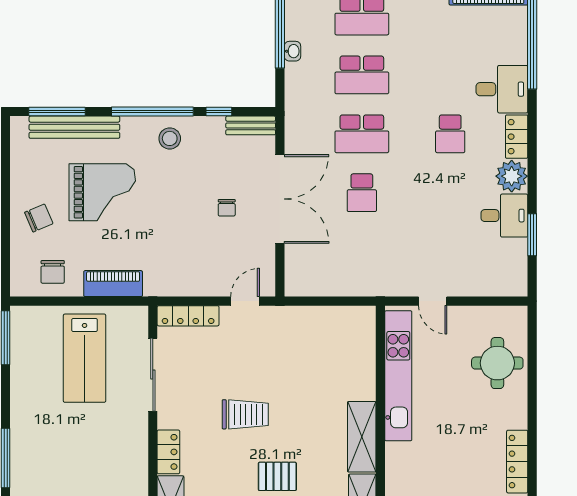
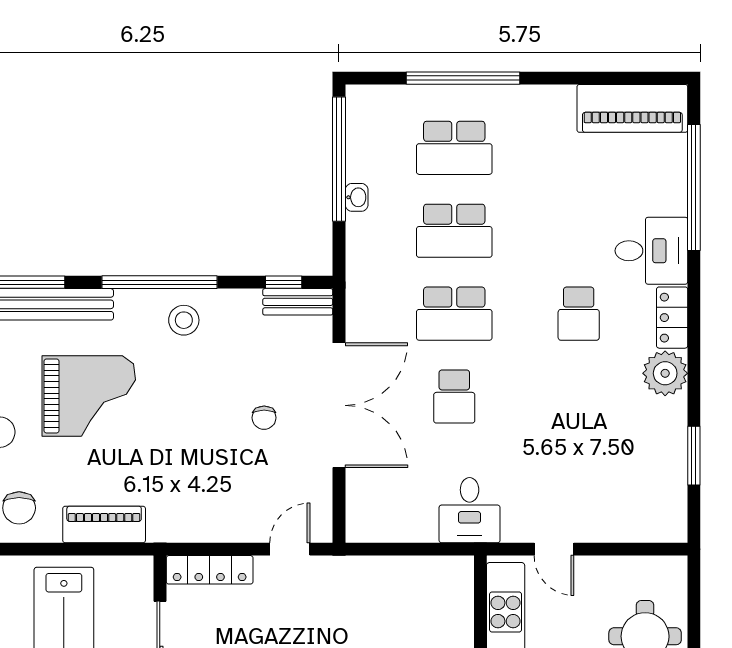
window: (219, 112) -> (284, 282), moved
desk: (504, 216) -> (470, 510), moved, turned 90

